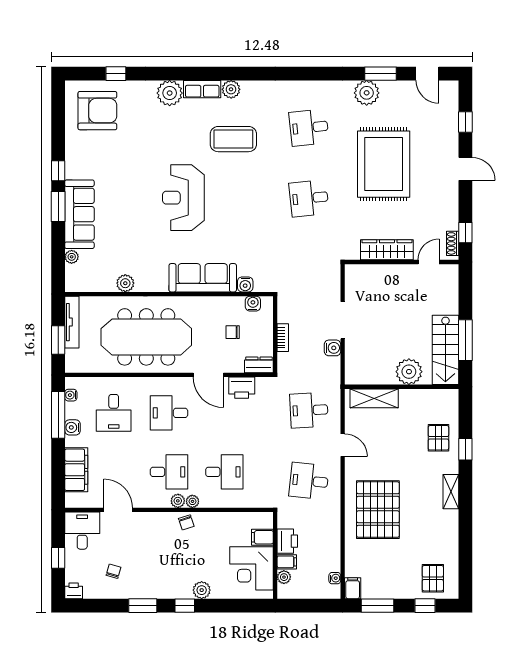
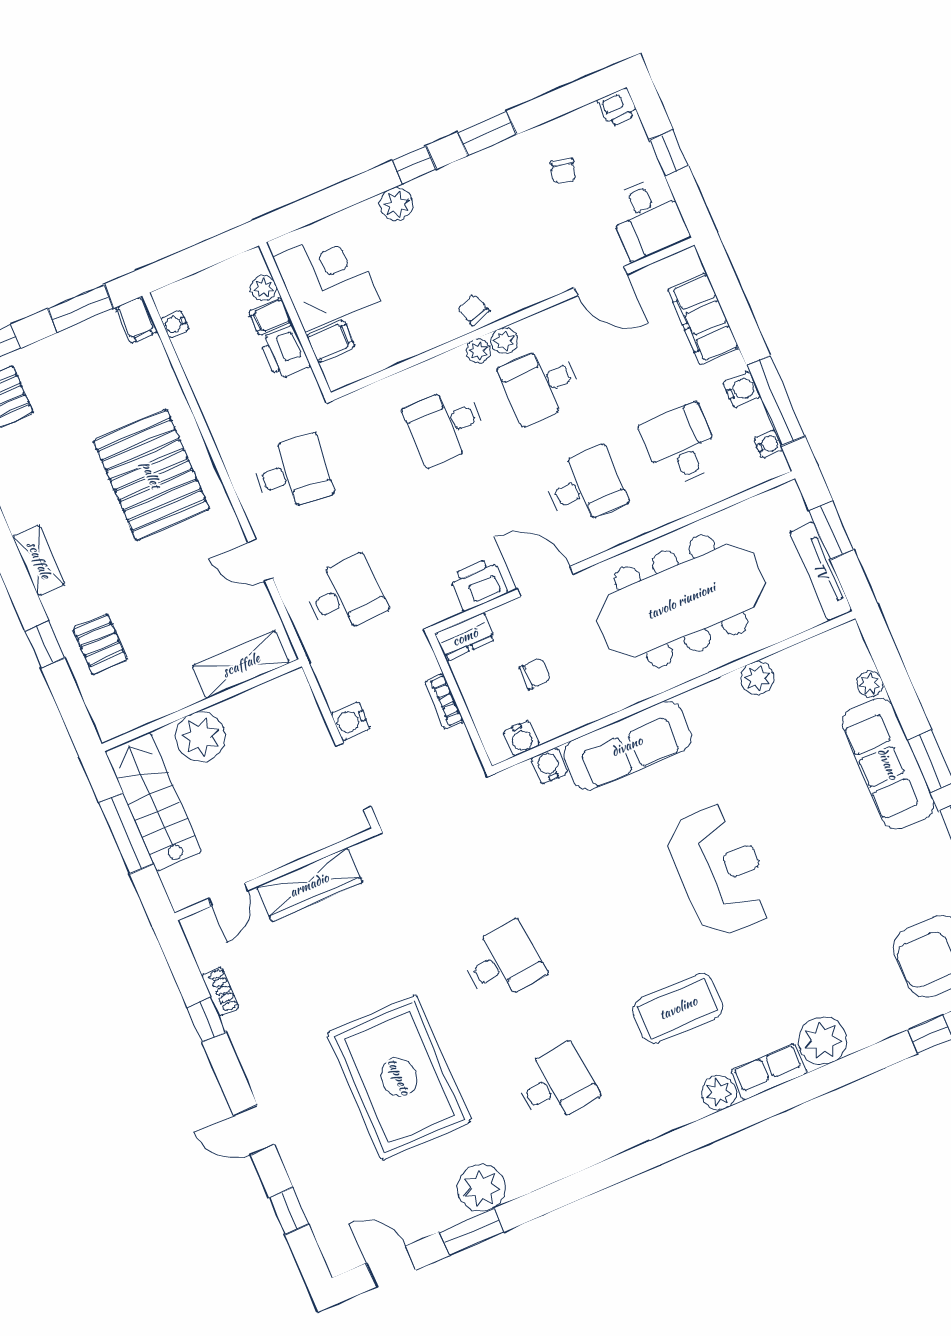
wardrobe: (387, 250) -> (309, 885), moved
wall: (402, 262) -> (275, 874), moved
door: (429, 262) -> (228, 895), moved

